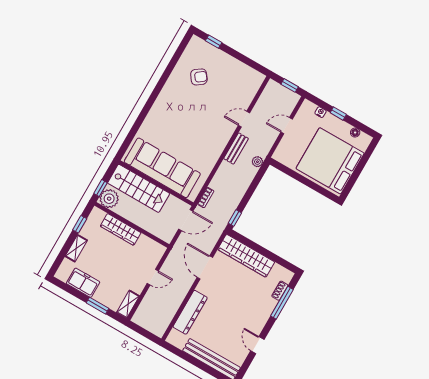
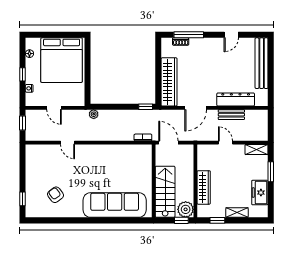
bench: (236, 149) -> (231, 115), moved
sofa: (162, 168) -> (115, 205), moved, turned 90

